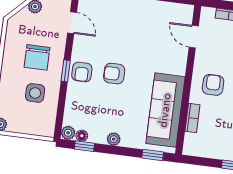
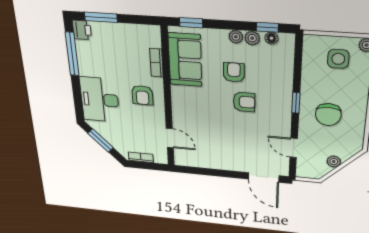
chair: (37, 57) -> (328, 115), turned 180
armchair: (82, 72) -> (234, 72), moved
side table: (35, 93) -> (338, 59), moved
sofa: (165, 110) -> (185, 60), width x0.73
plant: (68, 133) -> (252, 38), moved

